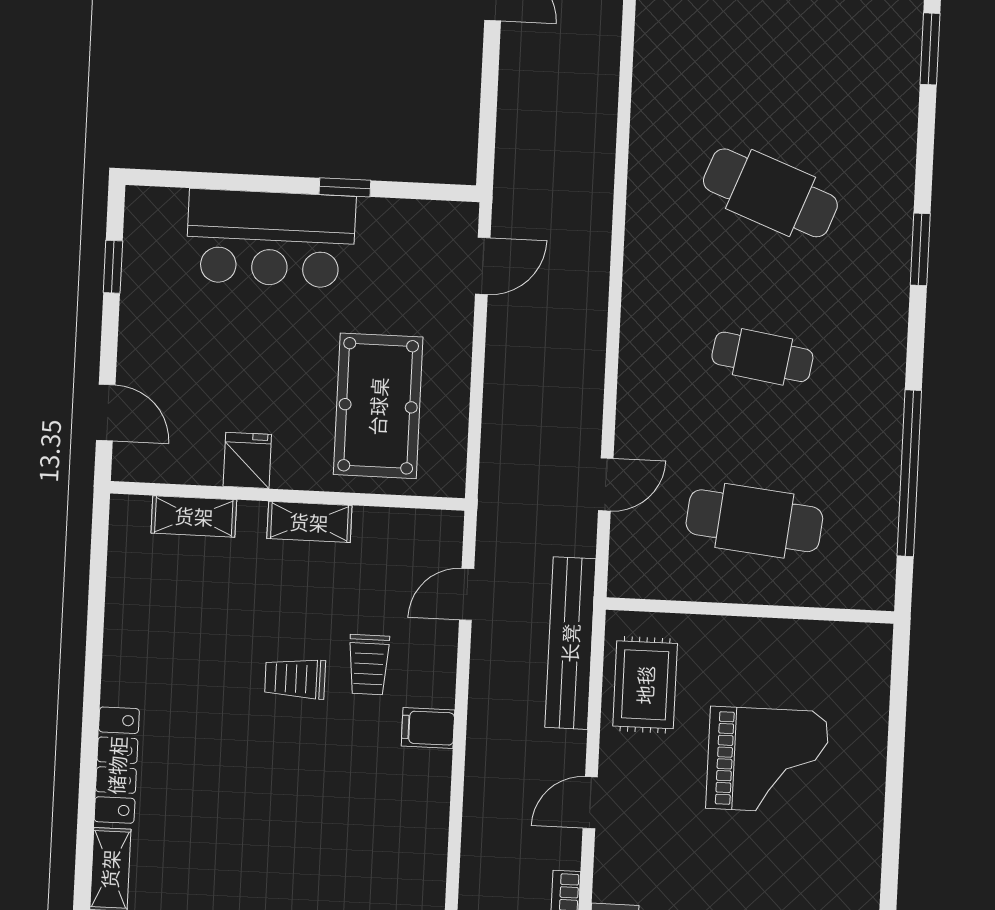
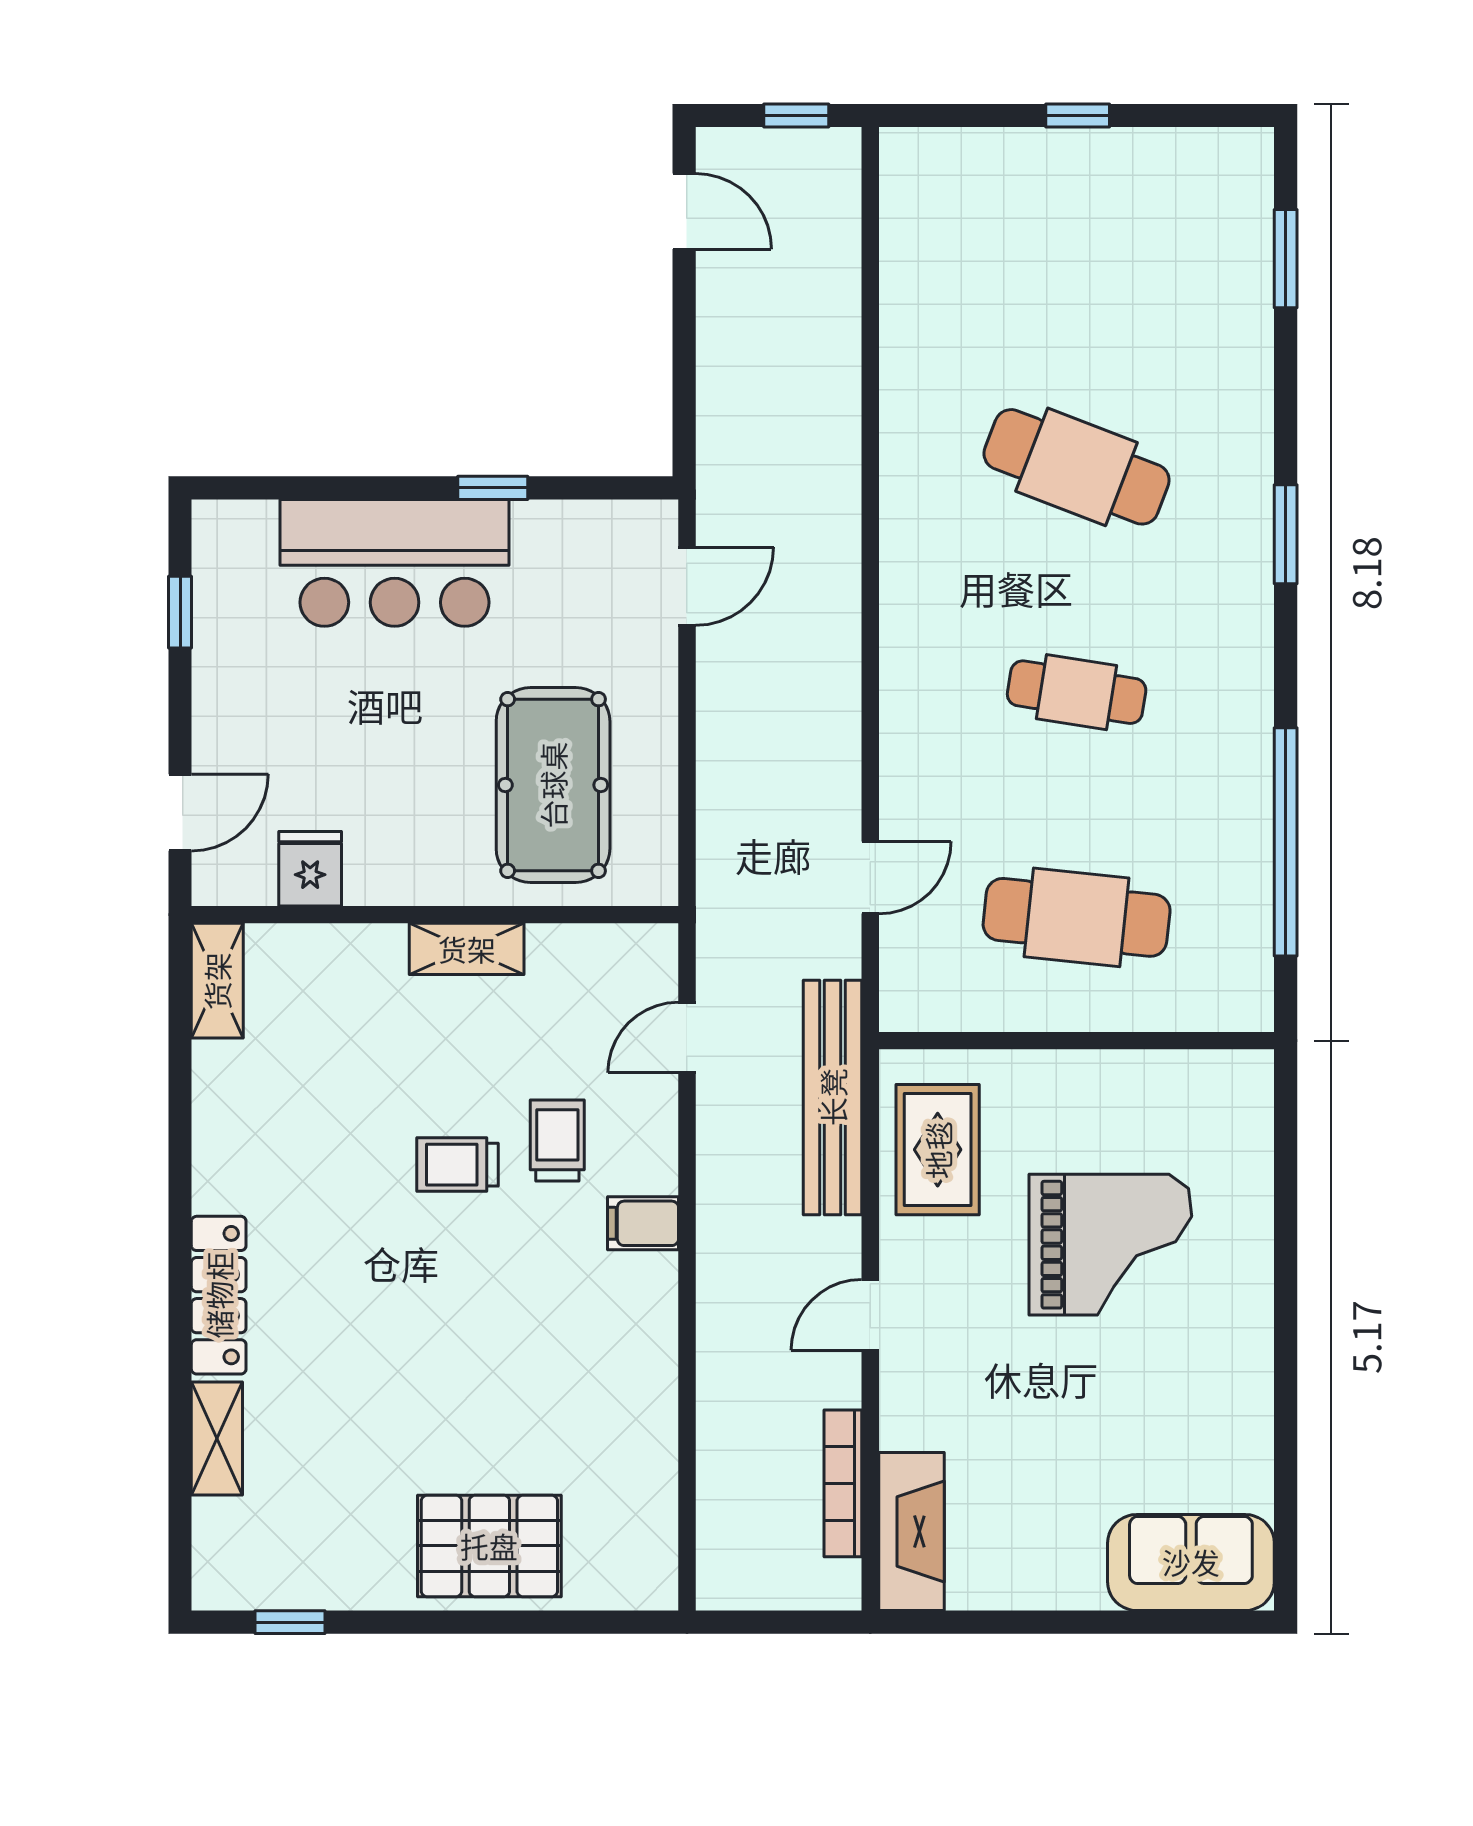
door: (106, 412) -> (180, 812), hinge flipped
fridge: (247, 460) -> (310, 869), moved
shelving: (194, 516) -> (217, 981), moved, turned 90
trolley: (369, 665) -> (557, 1141), turned 180

